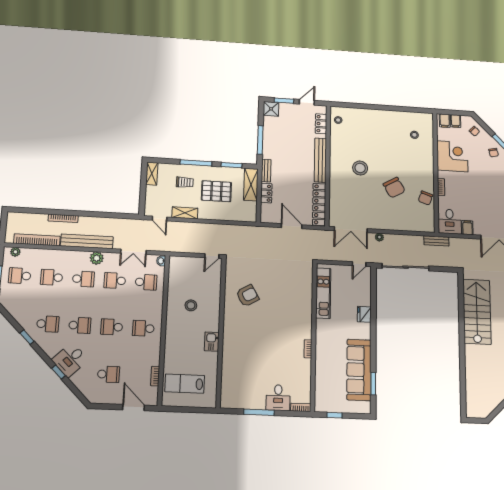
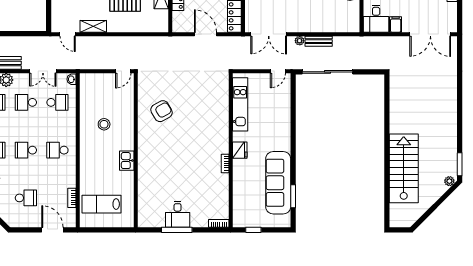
bench: (436, 241) -> (319, 41), moved
stairs: (477, 312) -> (404, 168), moved
fridge: (364, 314) -> (240, 150), moved, turned 180
desk: (278, 398) -> (178, 214), moved

